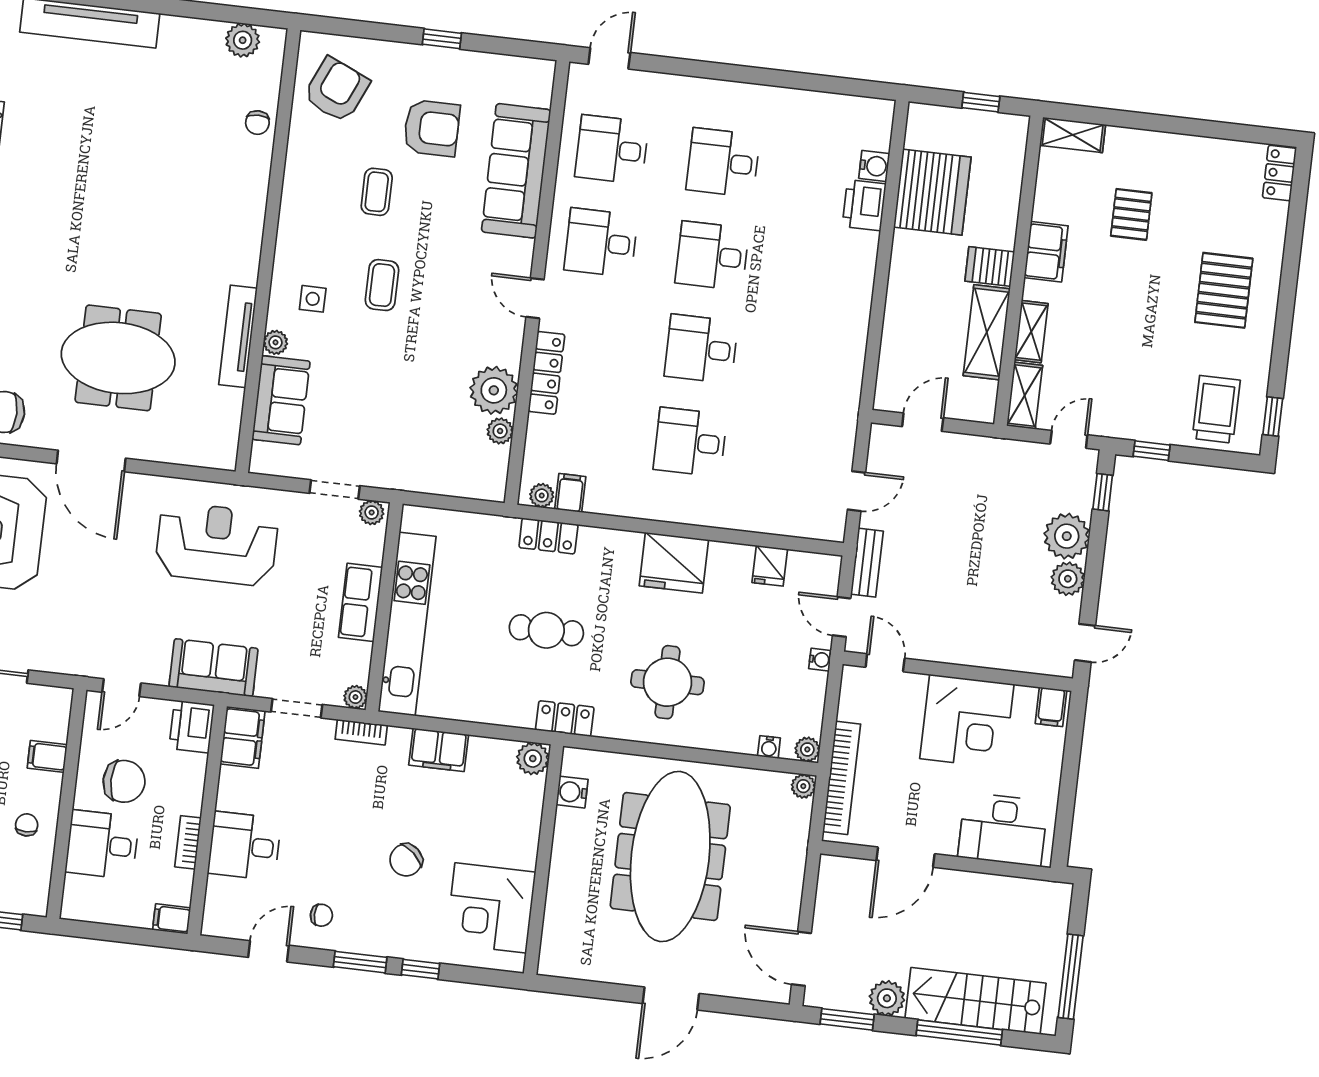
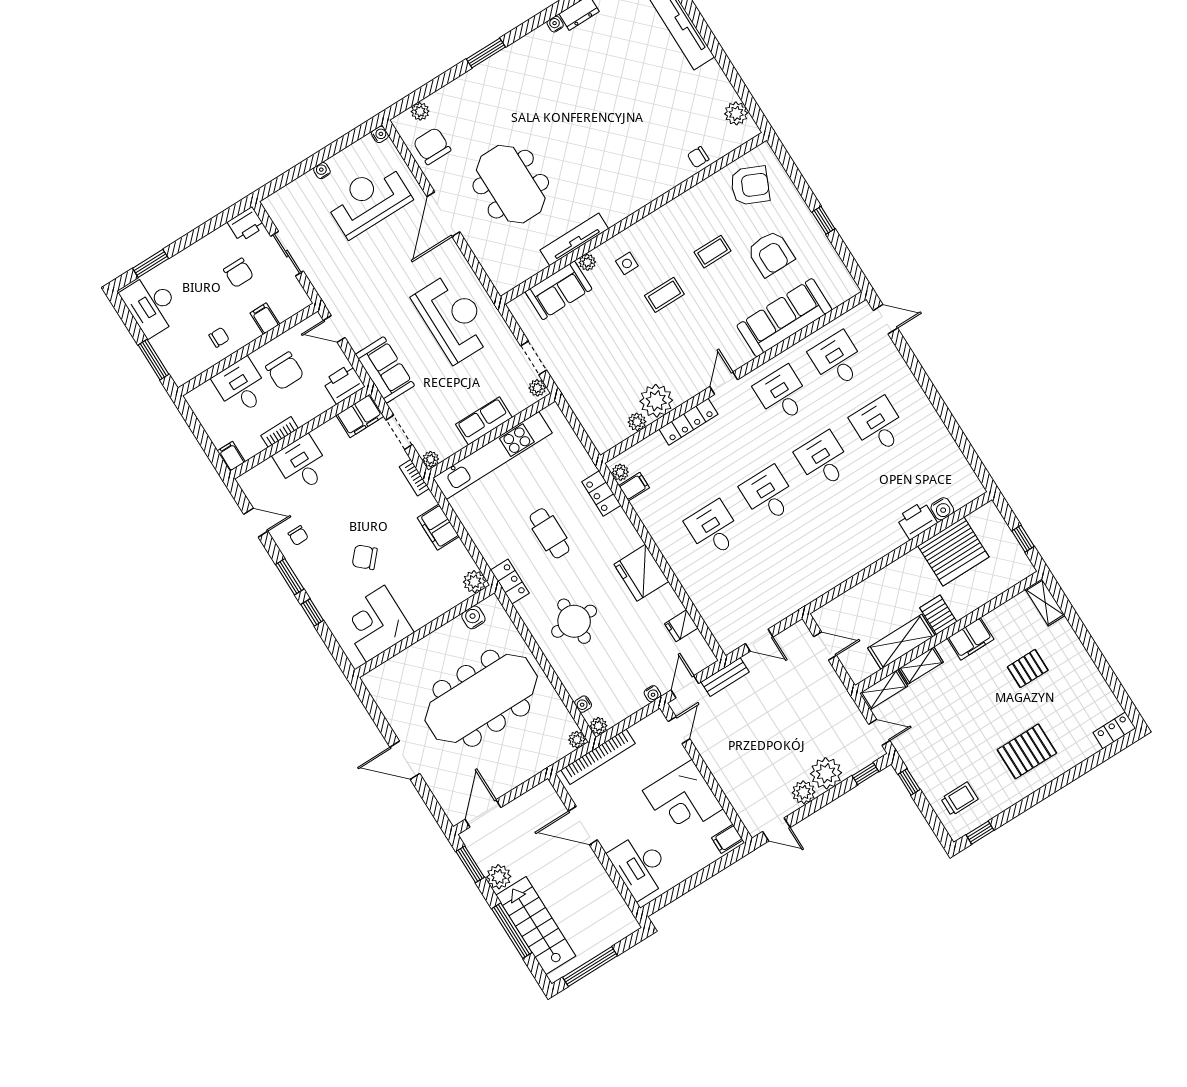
trolley: (1216, 409) -> (959, 799), width x0.73, depth x0.72

